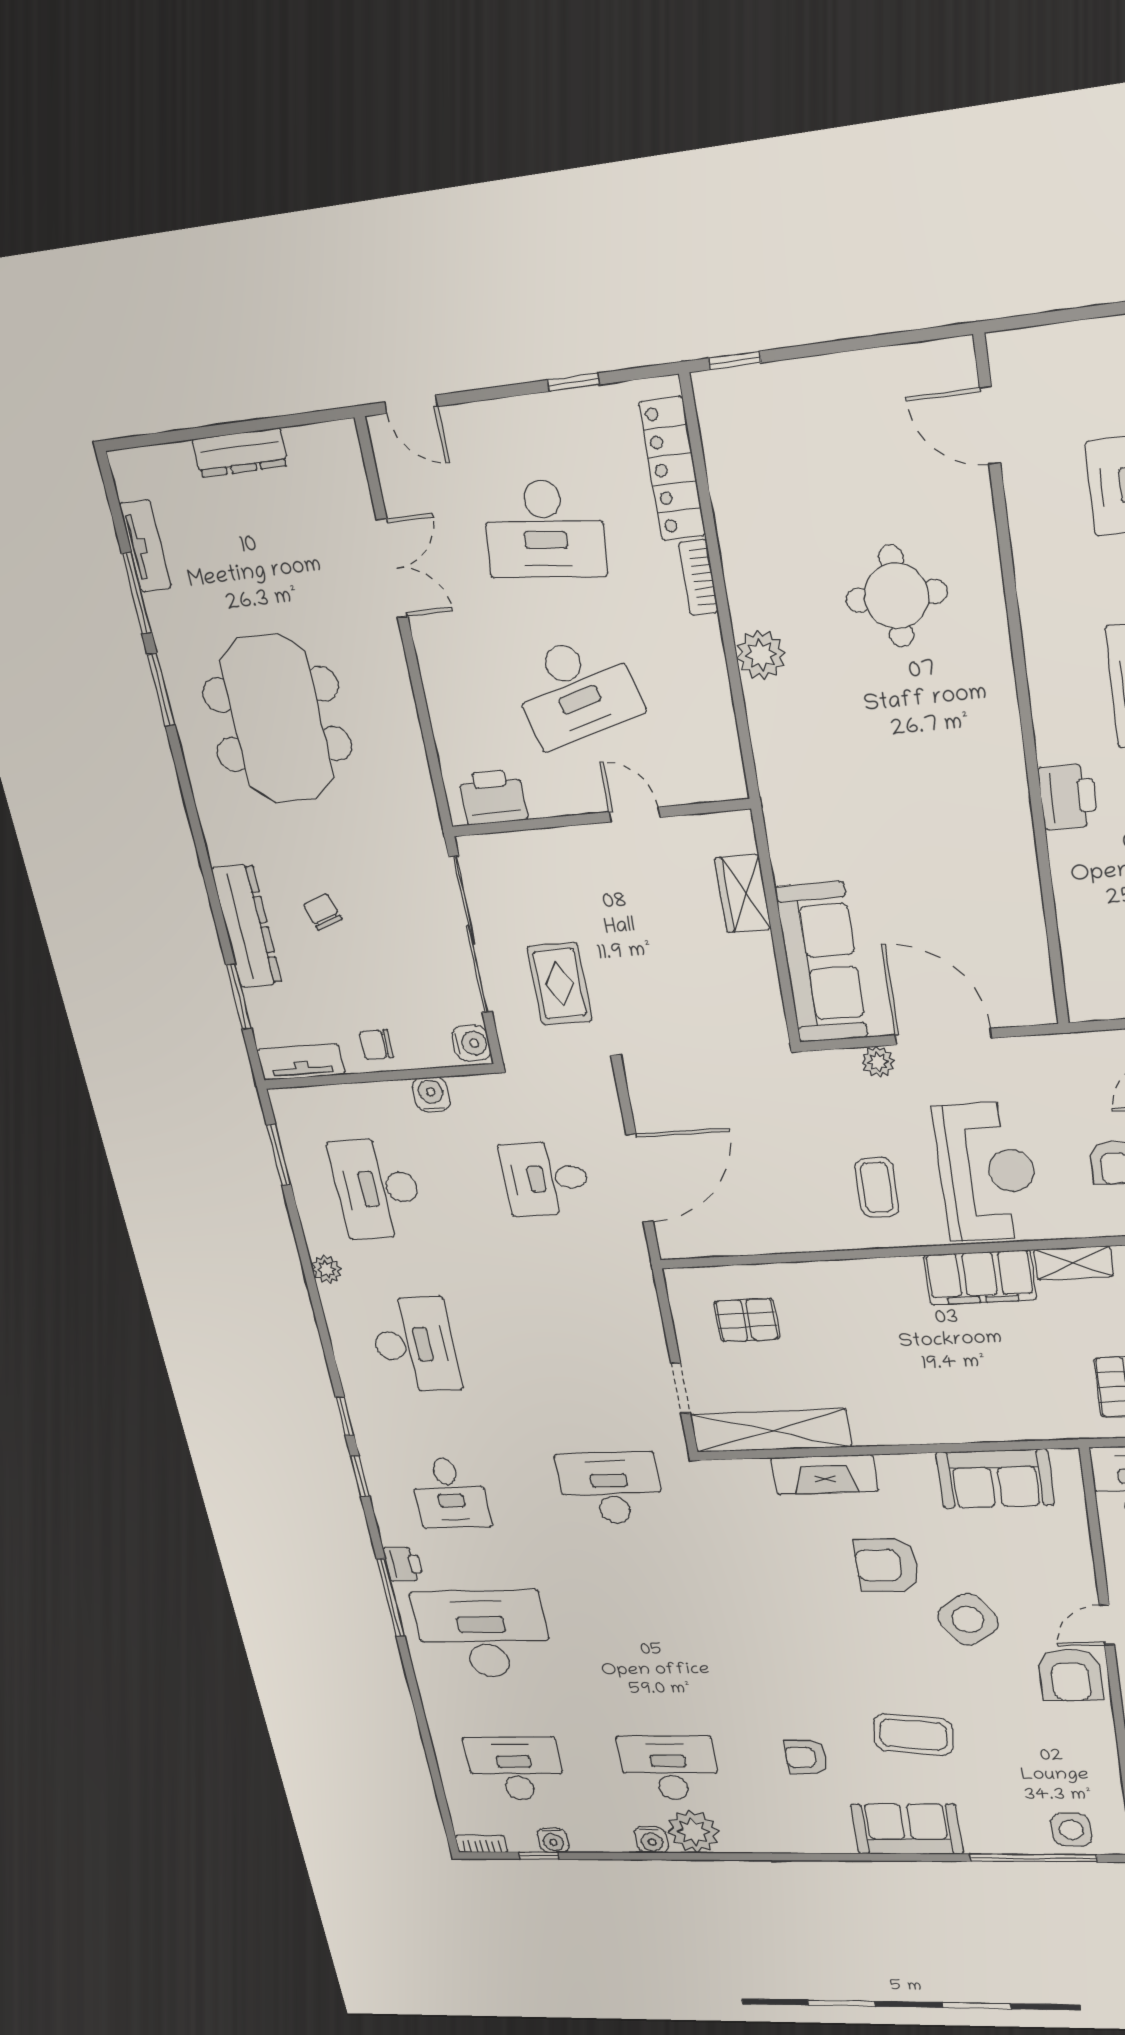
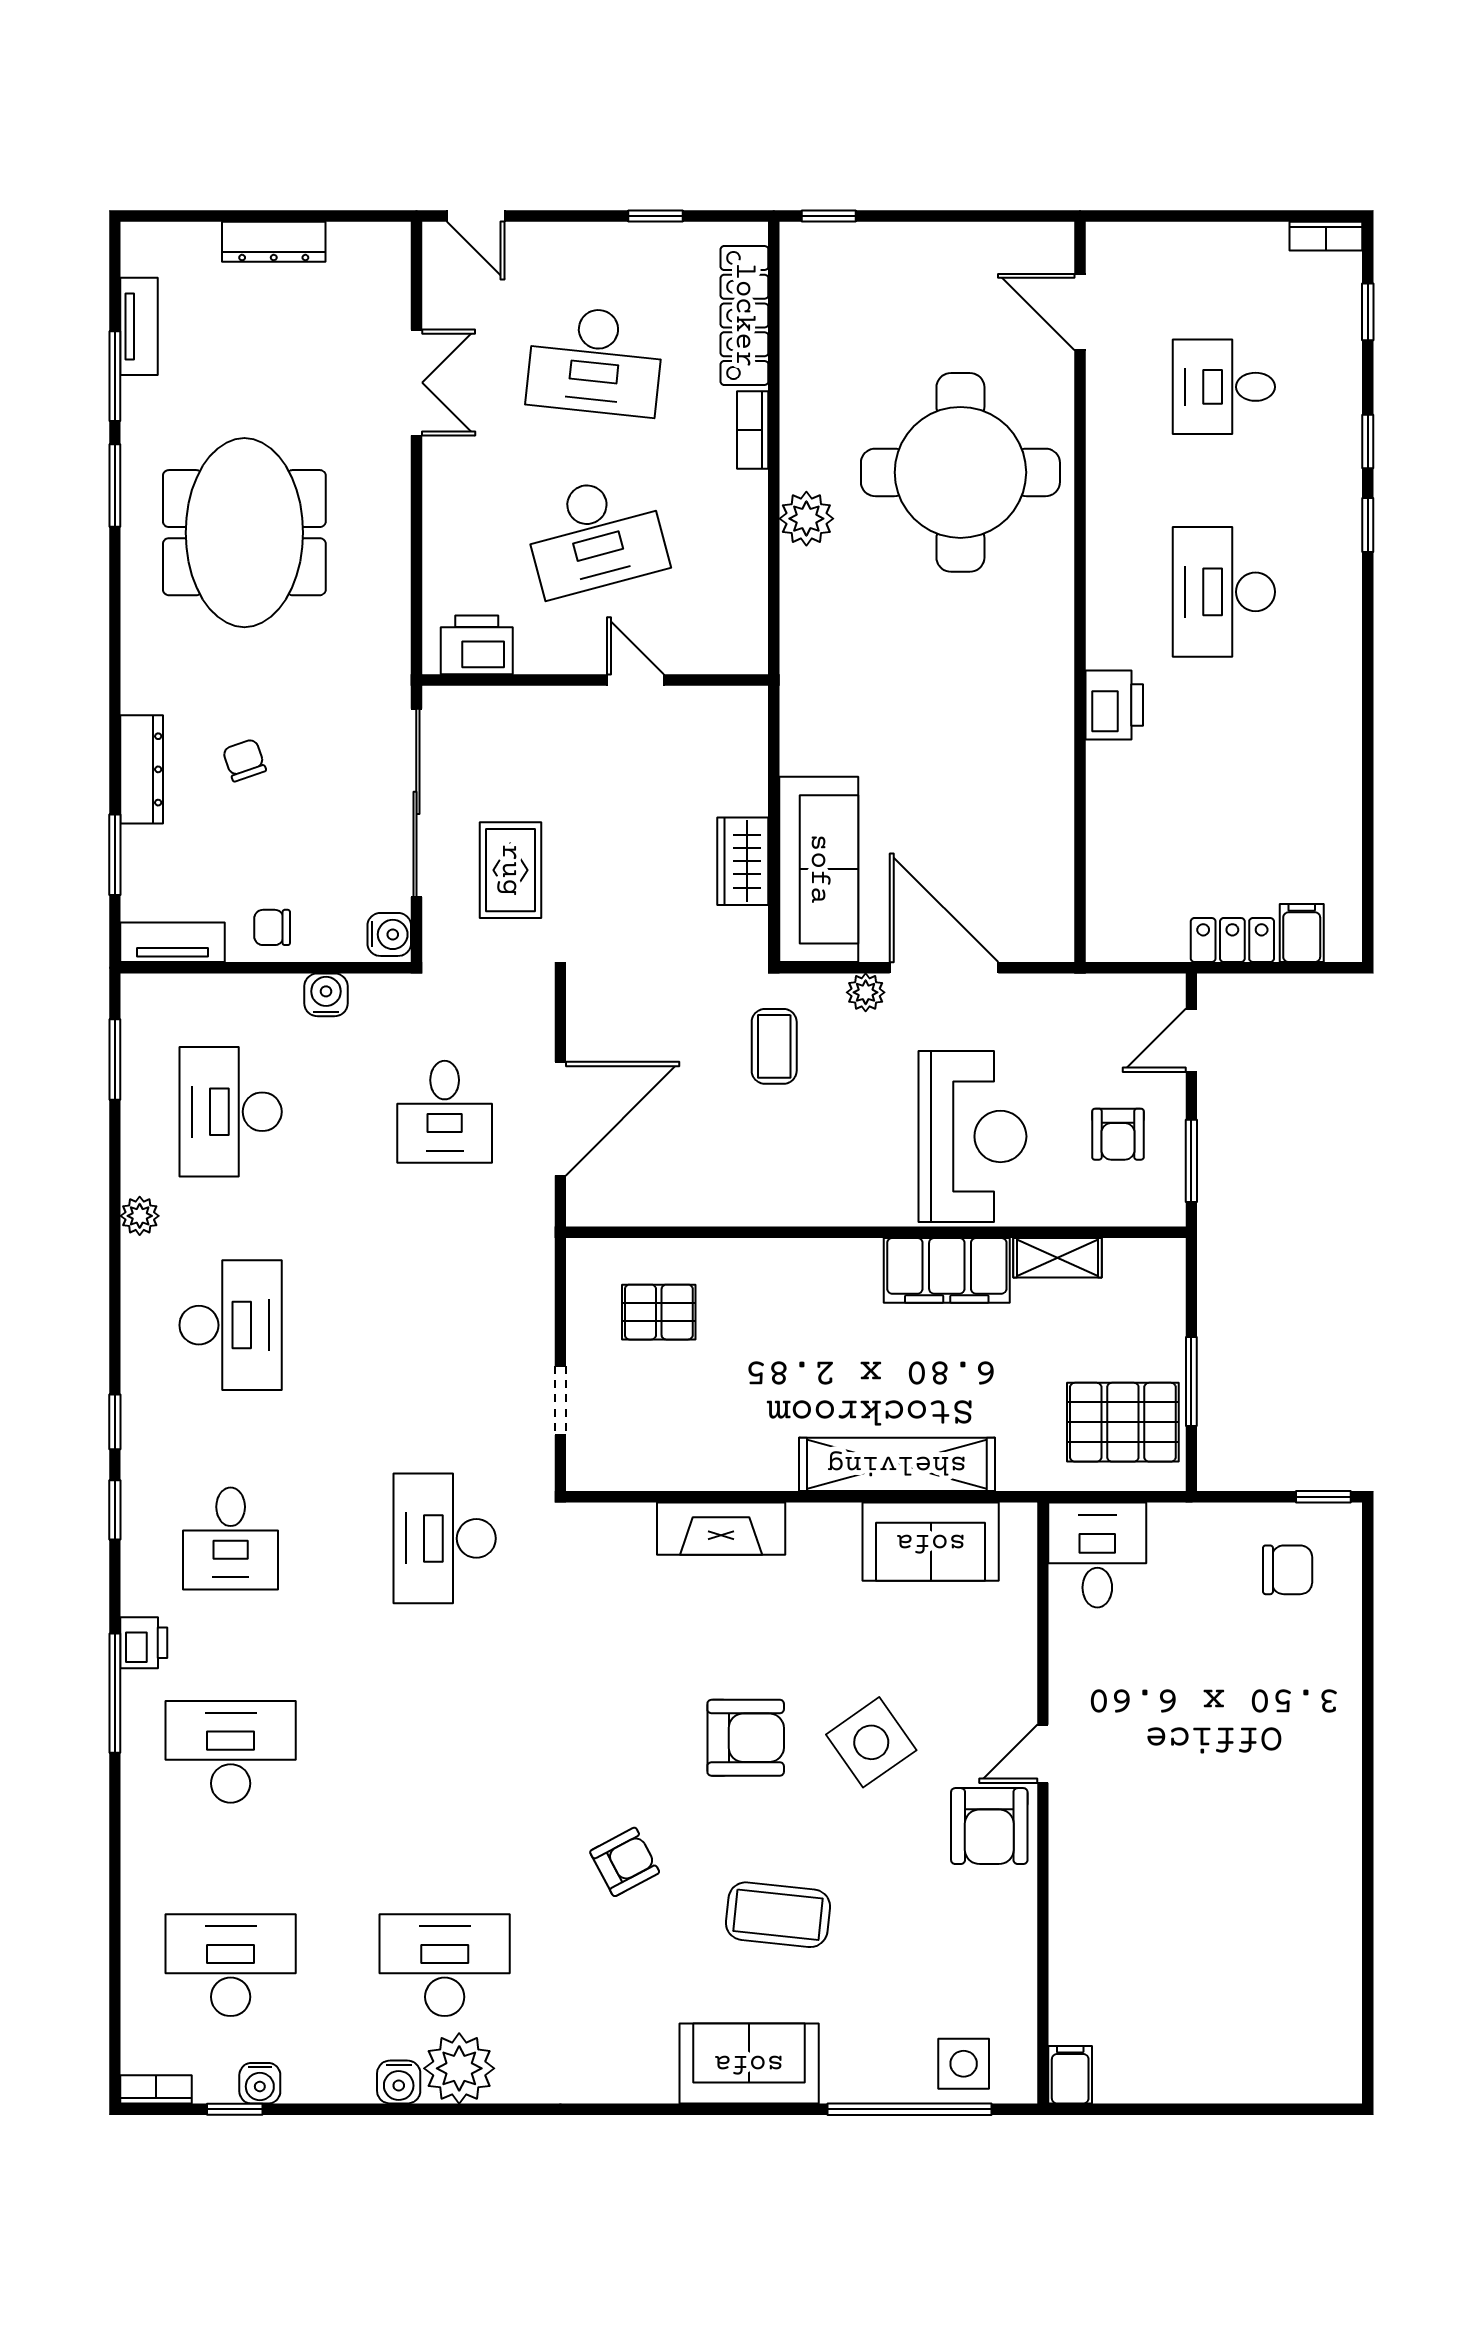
round table: (896, 596) -> (960, 472), width x1.86, depth x1.86
wardrobe: (743, 894) -> (743, 861), moved
dresser: (247, 926) -> (142, 769), width x0.73, depth x0.80
desk: (545, 1178) -> (445, 1112), turned -90
coffee table: (877, 1187) -> (774, 1046), moved
shelving: (771, 1431) -> (897, 1464), moved
desk: (611, 1488) -> (445, 1538), turned -90
armchair: (887, 1565) -> (746, 1738), moved, turned 180
desk: (483, 1634) -> (231, 1752), width x0.73, depth x0.77
armchair: (806, 1757) -> (625, 1862), moved, turned 152

